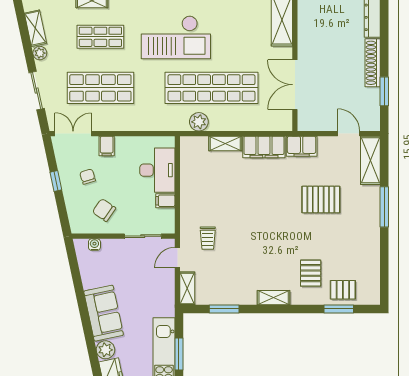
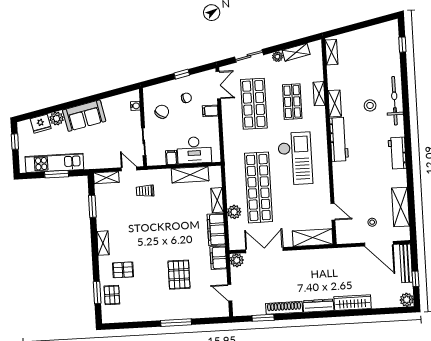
checkout: (176, 37) -> (295, 158), turned 180
plant: (199, 122) -> (234, 212), moved
plant: (306, 122) -> (237, 260), added
door: (349, 134) -> (230, 293), swing flipped
shelving: (370, 160) -> (190, 175), moved

